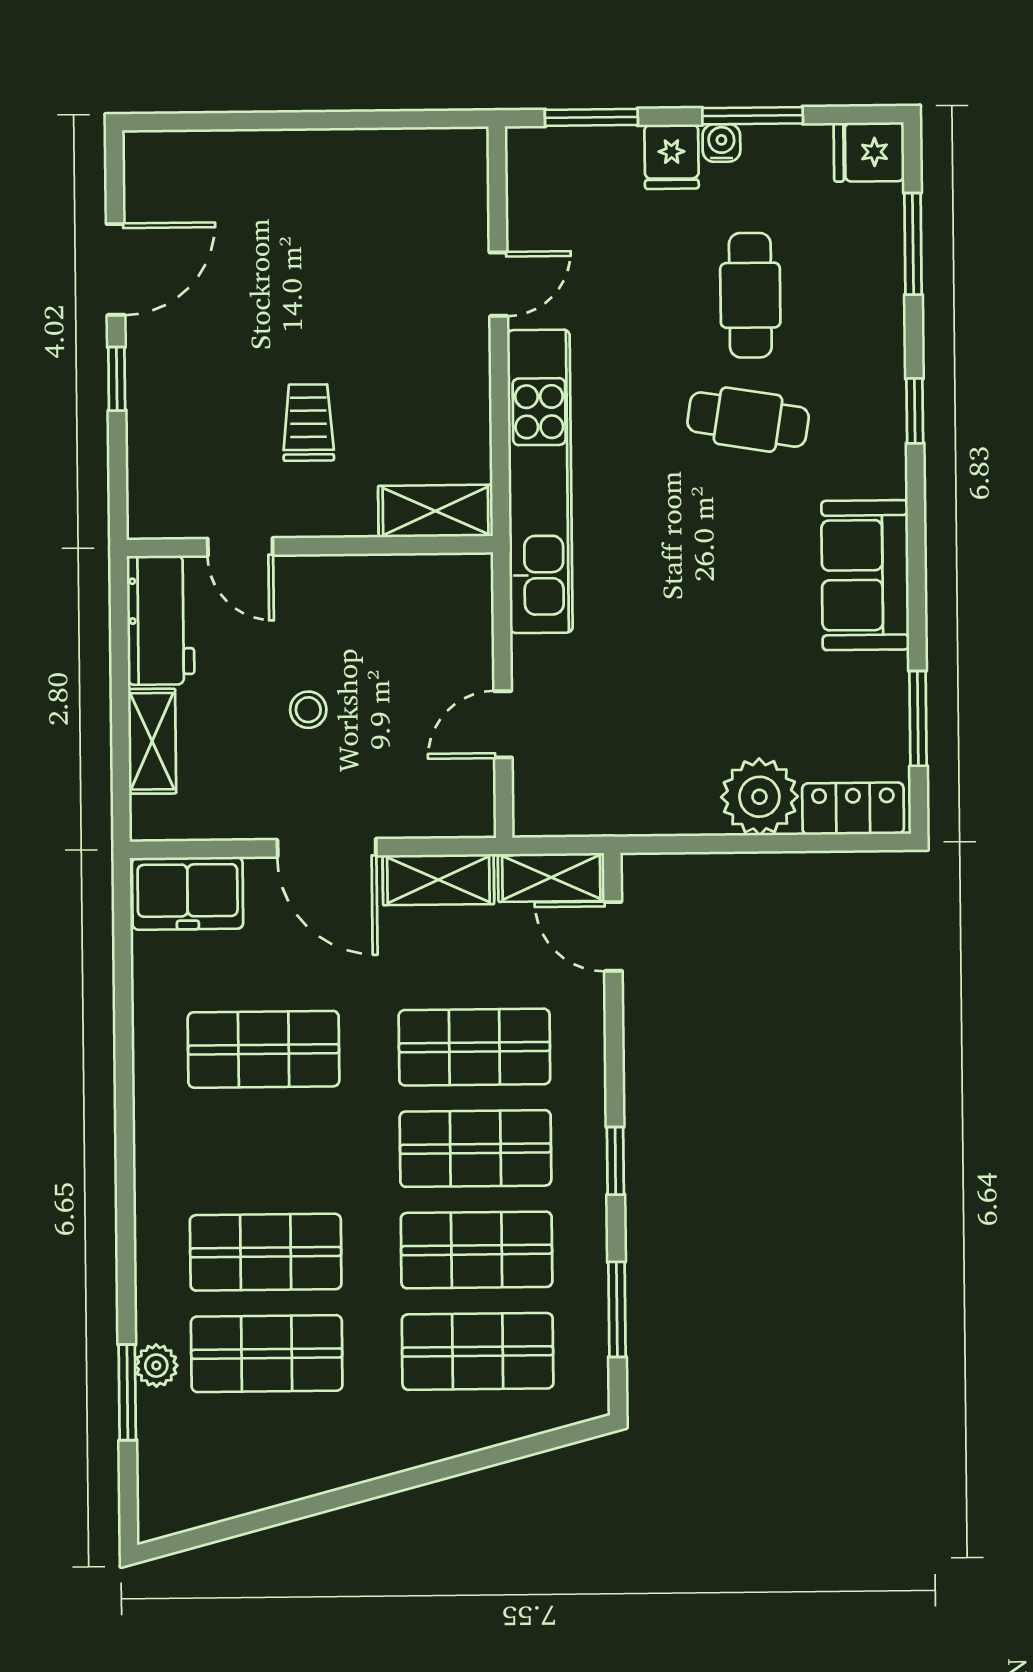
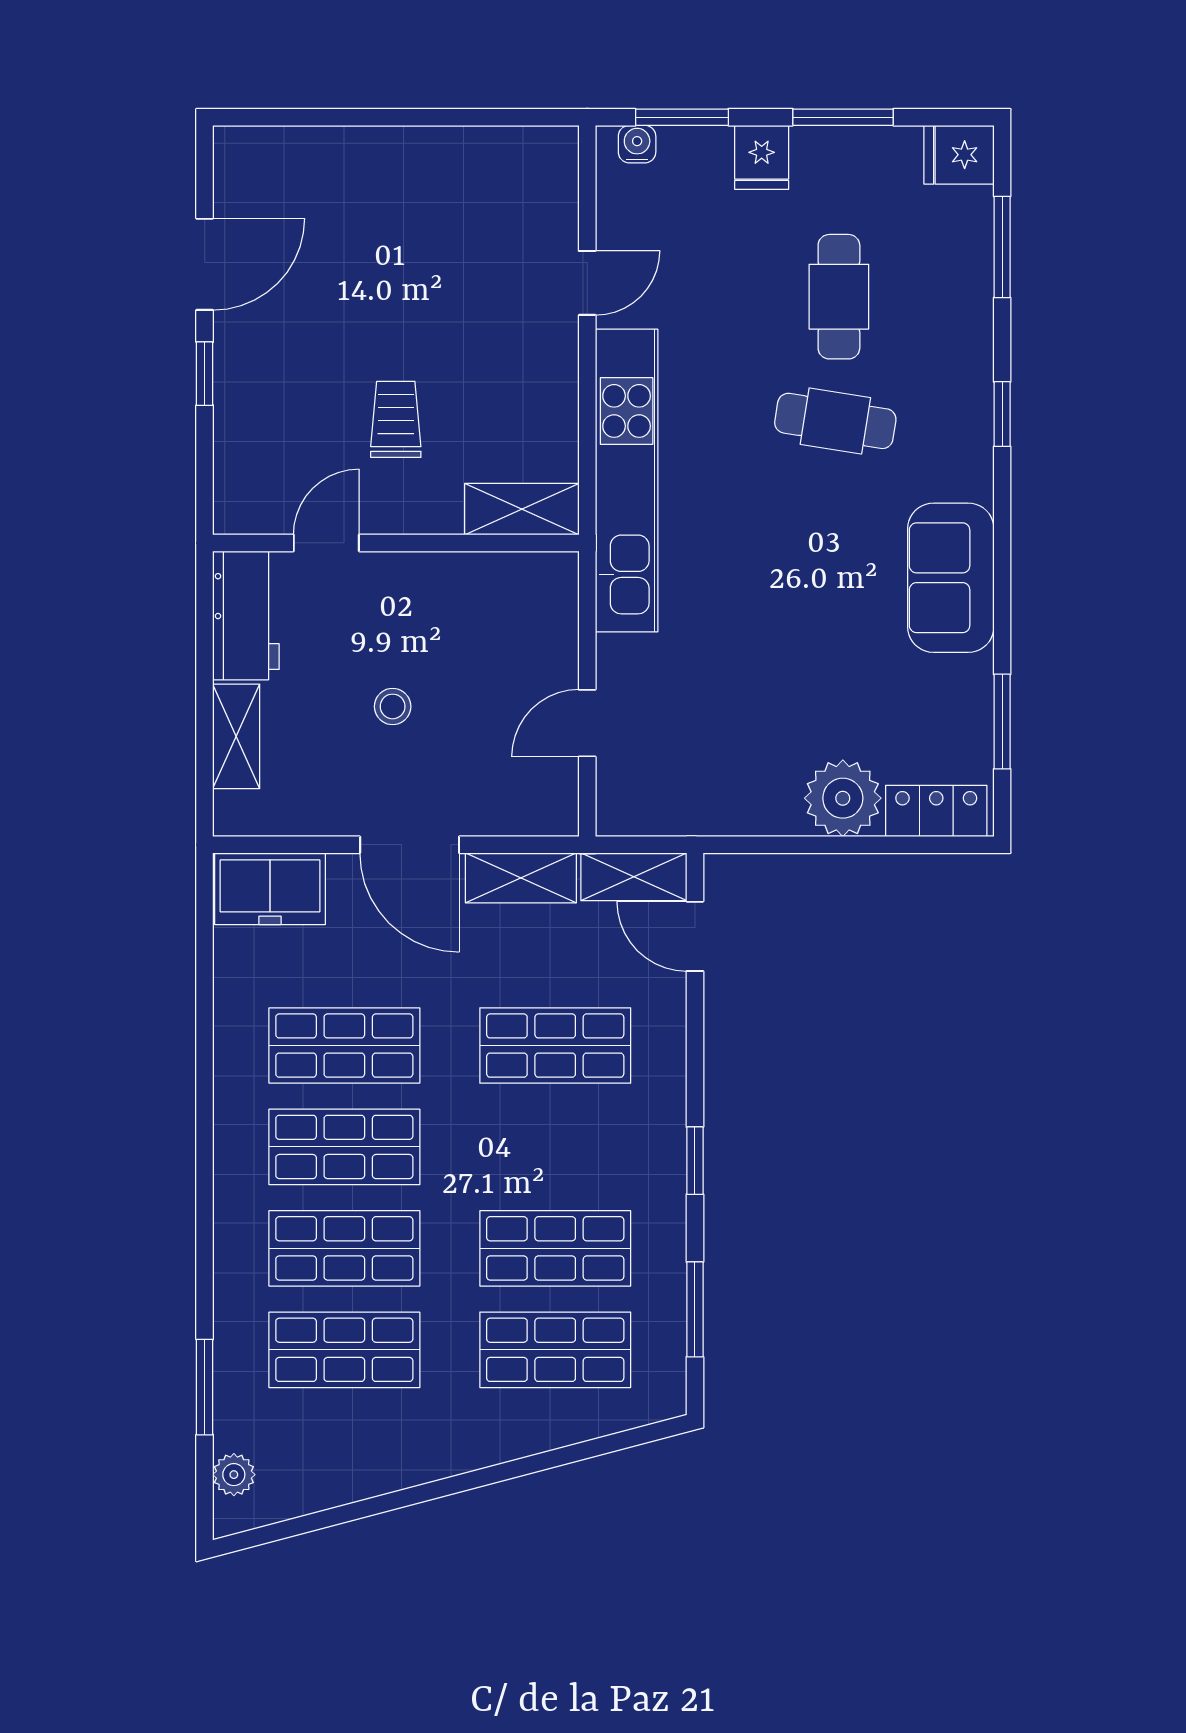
water cooler: (721, 143) -> (637, 144), moved
door: (240, 547) -> (326, 543), swing flipped
shop shelf: (475, 1149) -> (344, 1147), moved
plant: (156, 1366) -> (234, 1475), moved

